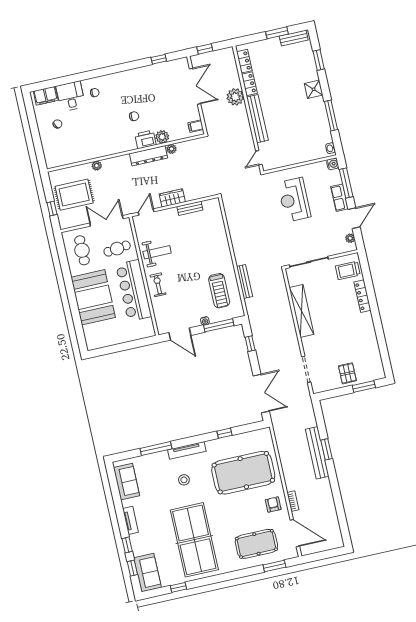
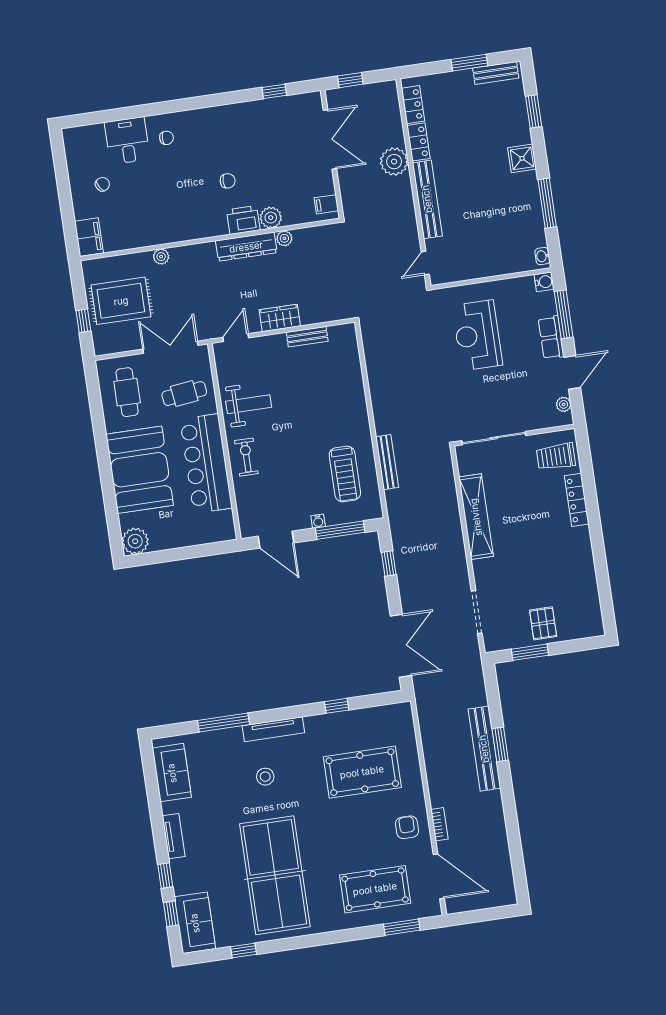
filing cabinet: (46, 96) -> (89, 237), moved, turned -90
plant: (94, 341) -> (135, 541), added
window: (364, 386) -> (530, 652), moved
pool table: (243, 473) -> (362, 772), width x0.73, depth x0.76

